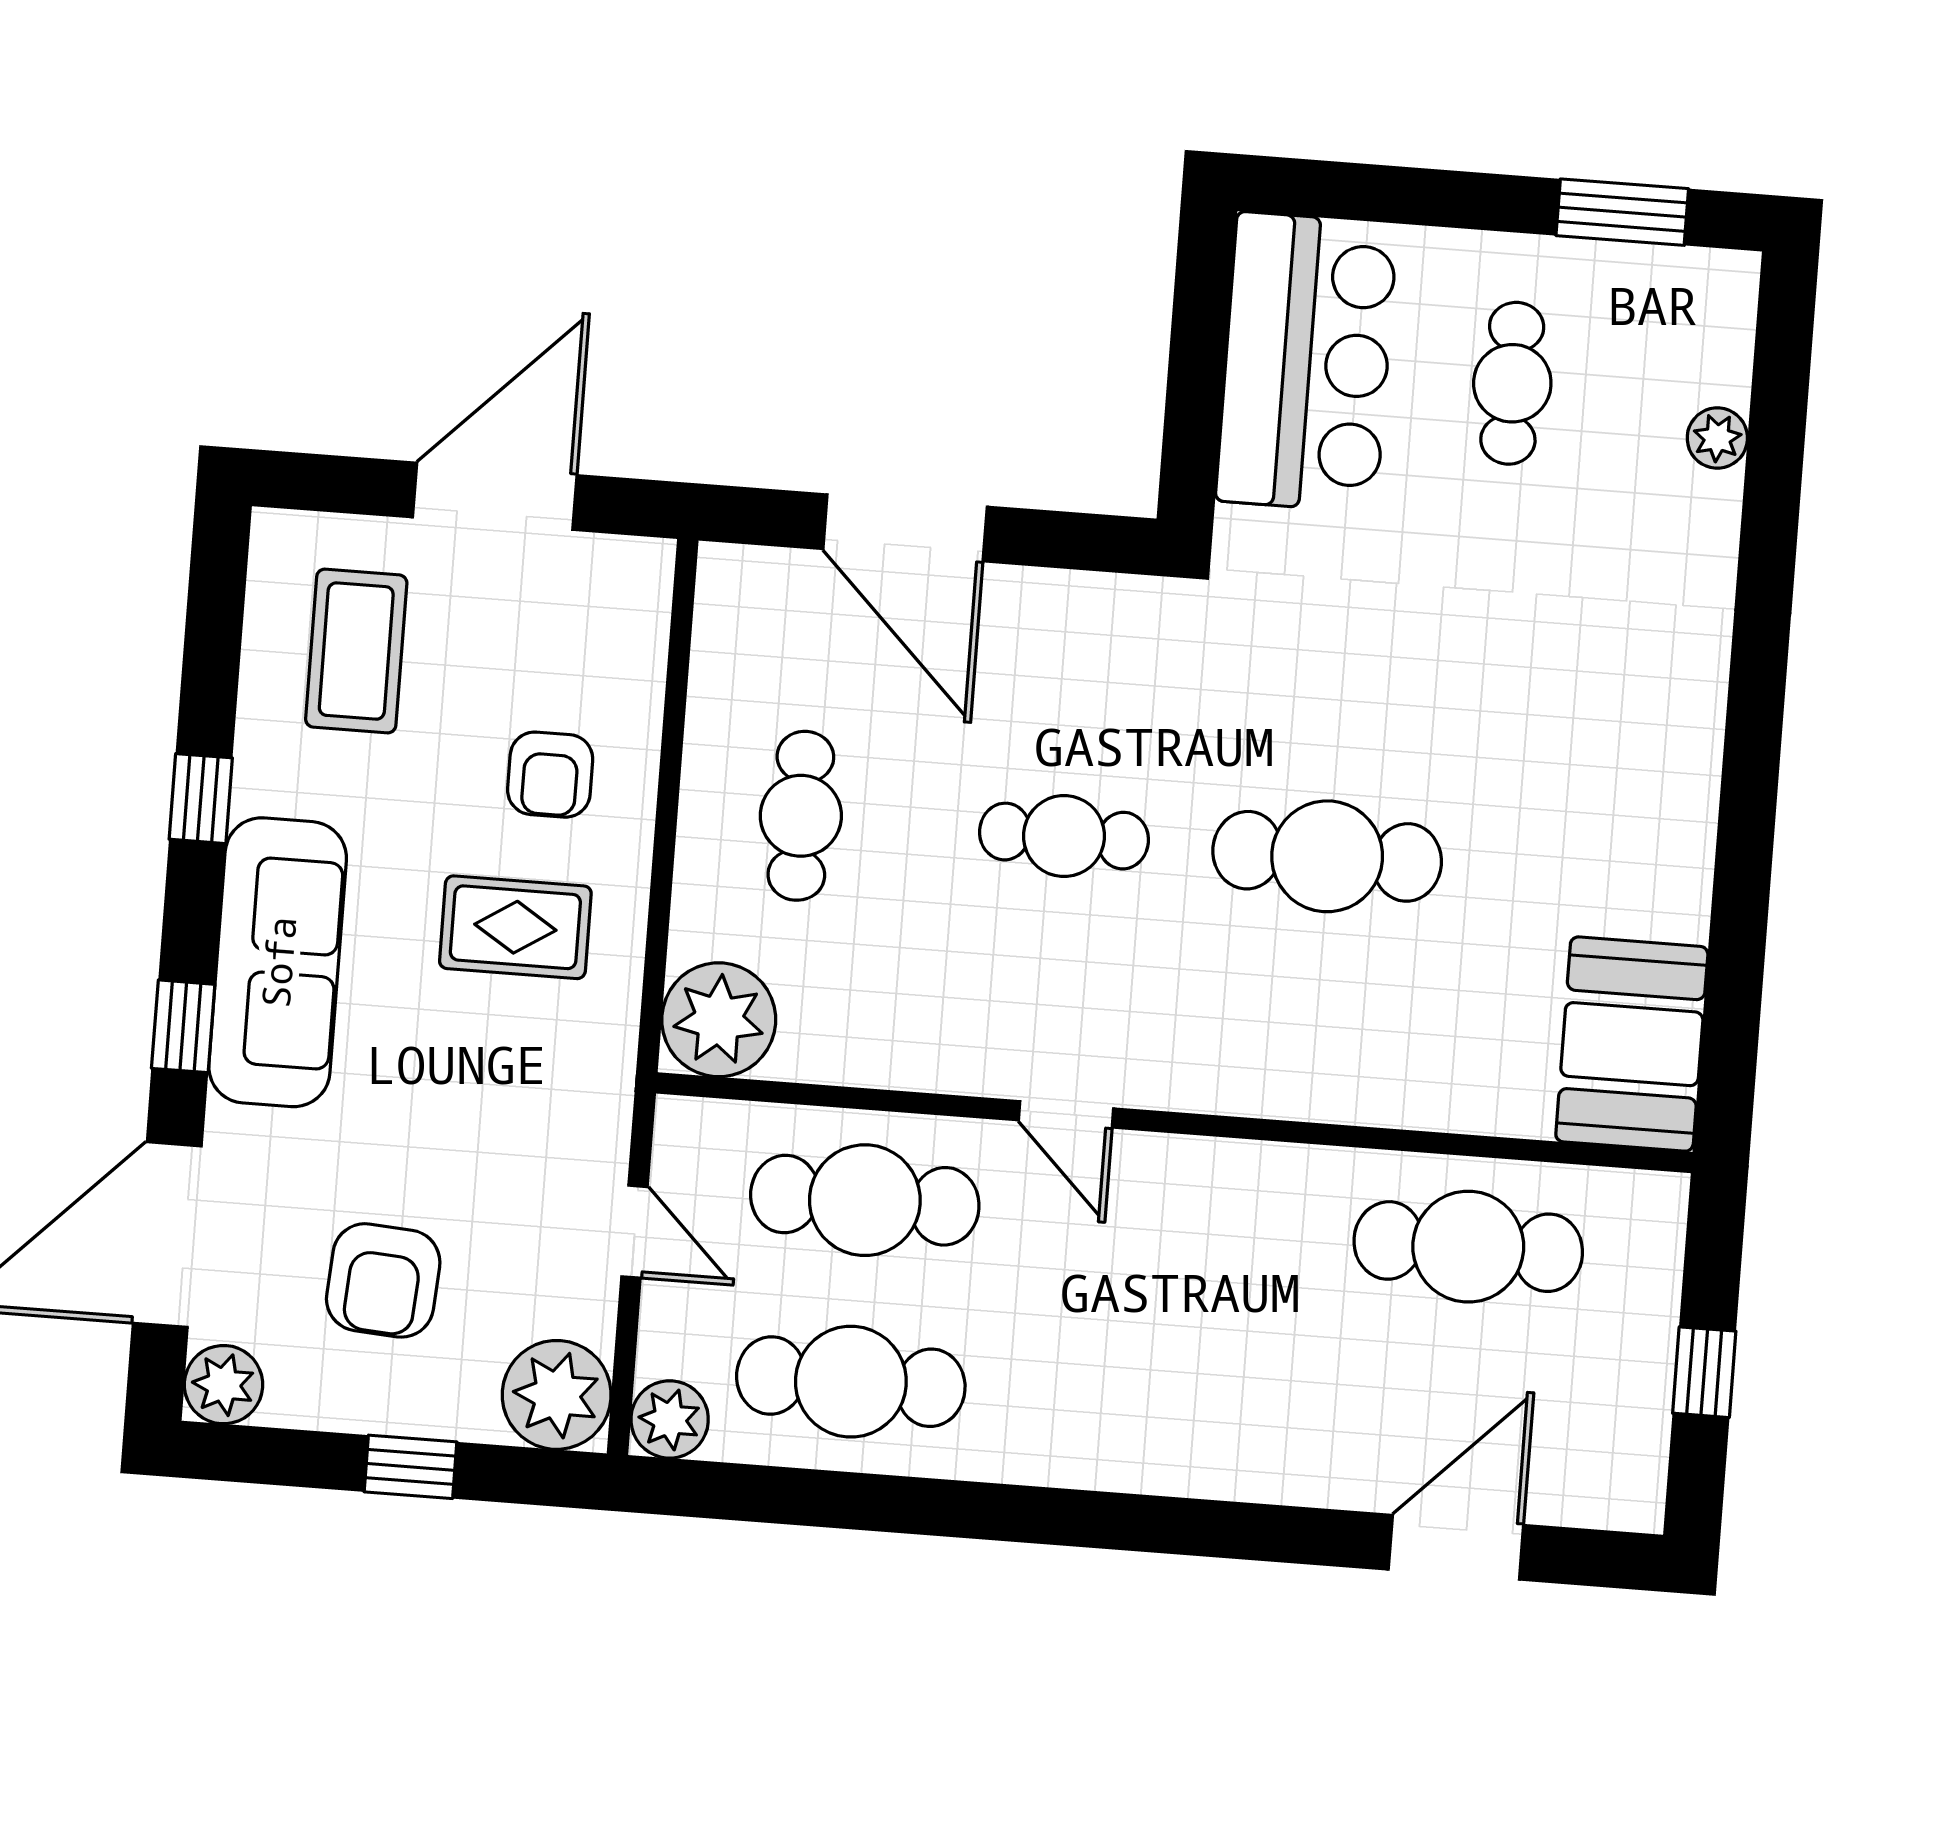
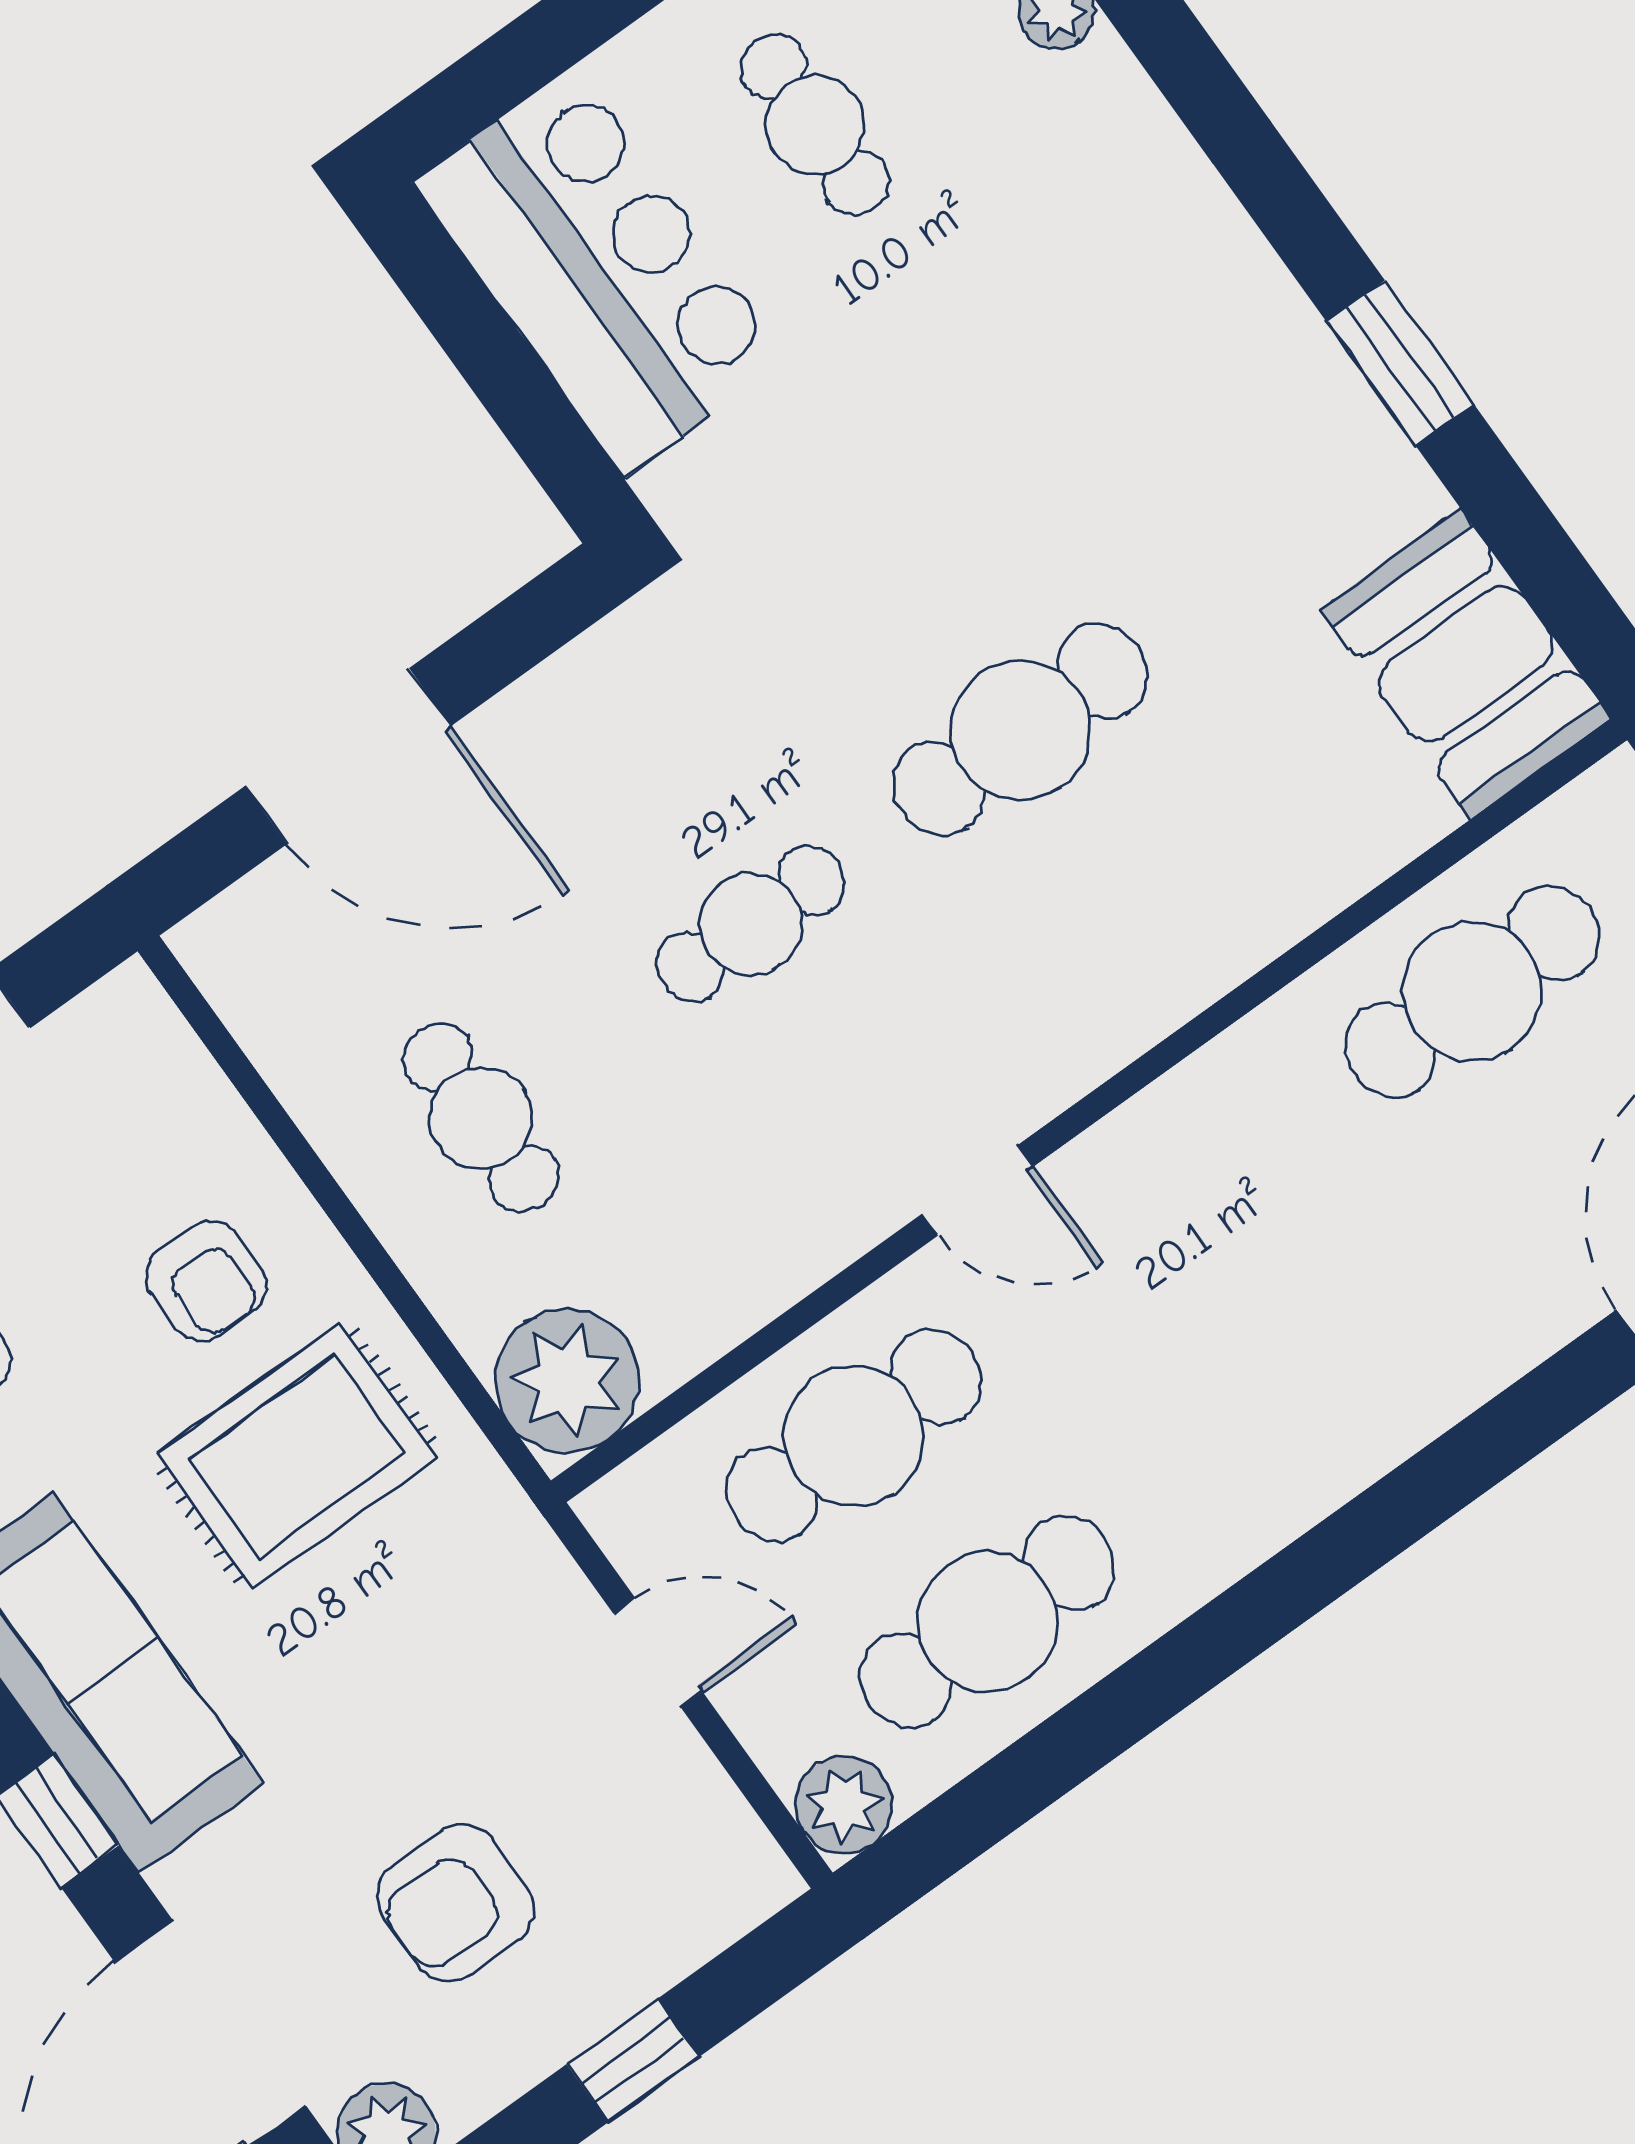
window: (1746, 828) -> (1400, 363), added
rug: (515, 927) -> (297, 1456), width x1.36, depth x1.43
armchair: (383, 1280) -> (456, 1903), turned 86
plant: (557, 1395) -> (715, 1873), removed

